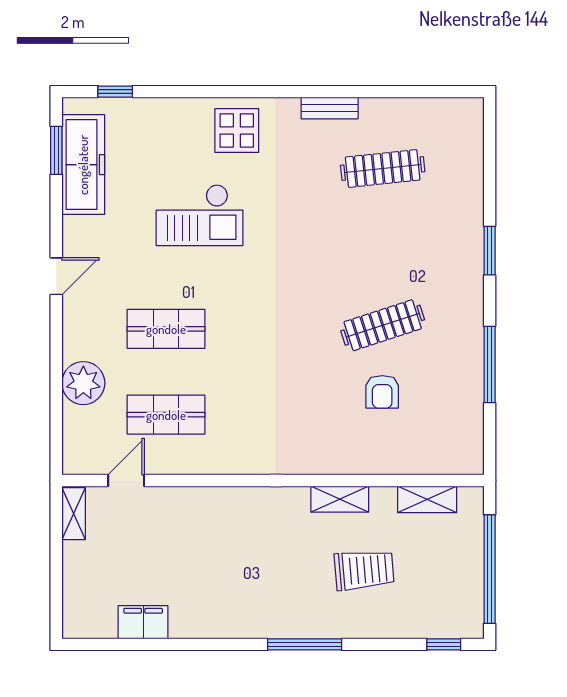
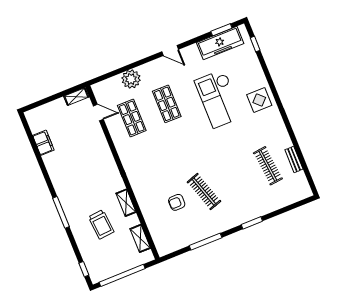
bench: (330, 108) -> (294, 159), moved
checkout: (200, 215) -> (219, 99), width x1.36, depth x1.21

